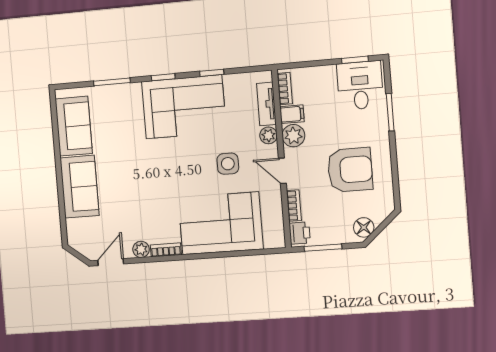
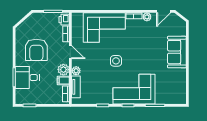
desk: (360, 85) -> (27, 78), moved, turned 90
corner sofa: (184, 107) -> (134, 89), moved
sofa: (74, 126) -> (177, 84), removed
side table: (228, 164) -> (116, 61), moved
armchair: (350, 170) -> (36, 50), turned -90
floor lamp: (364, 227) -> (32, 20), removed

